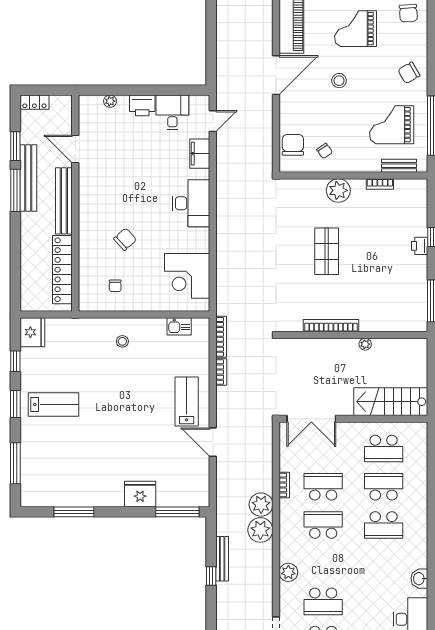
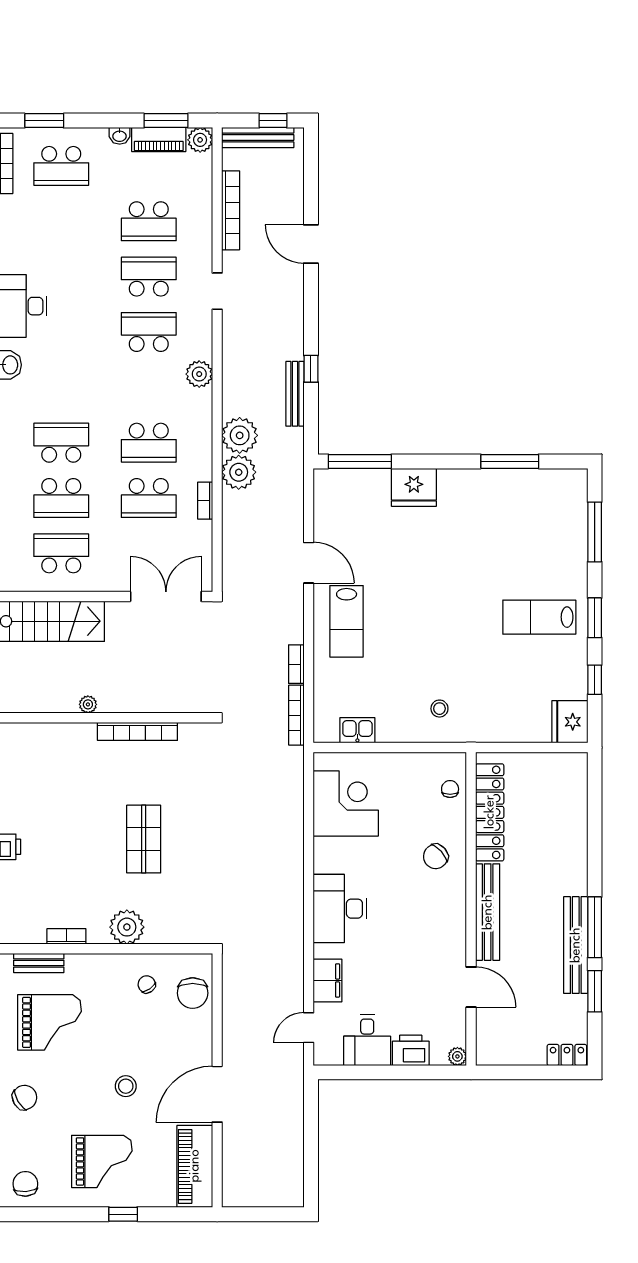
door: (75, 149) -> (471, 987), moved
bench: (64, 201) -> (488, 912), moved
wall: (75, 203) -> (471, 909), moved
locker: (62, 270) -> (490, 812), moved

